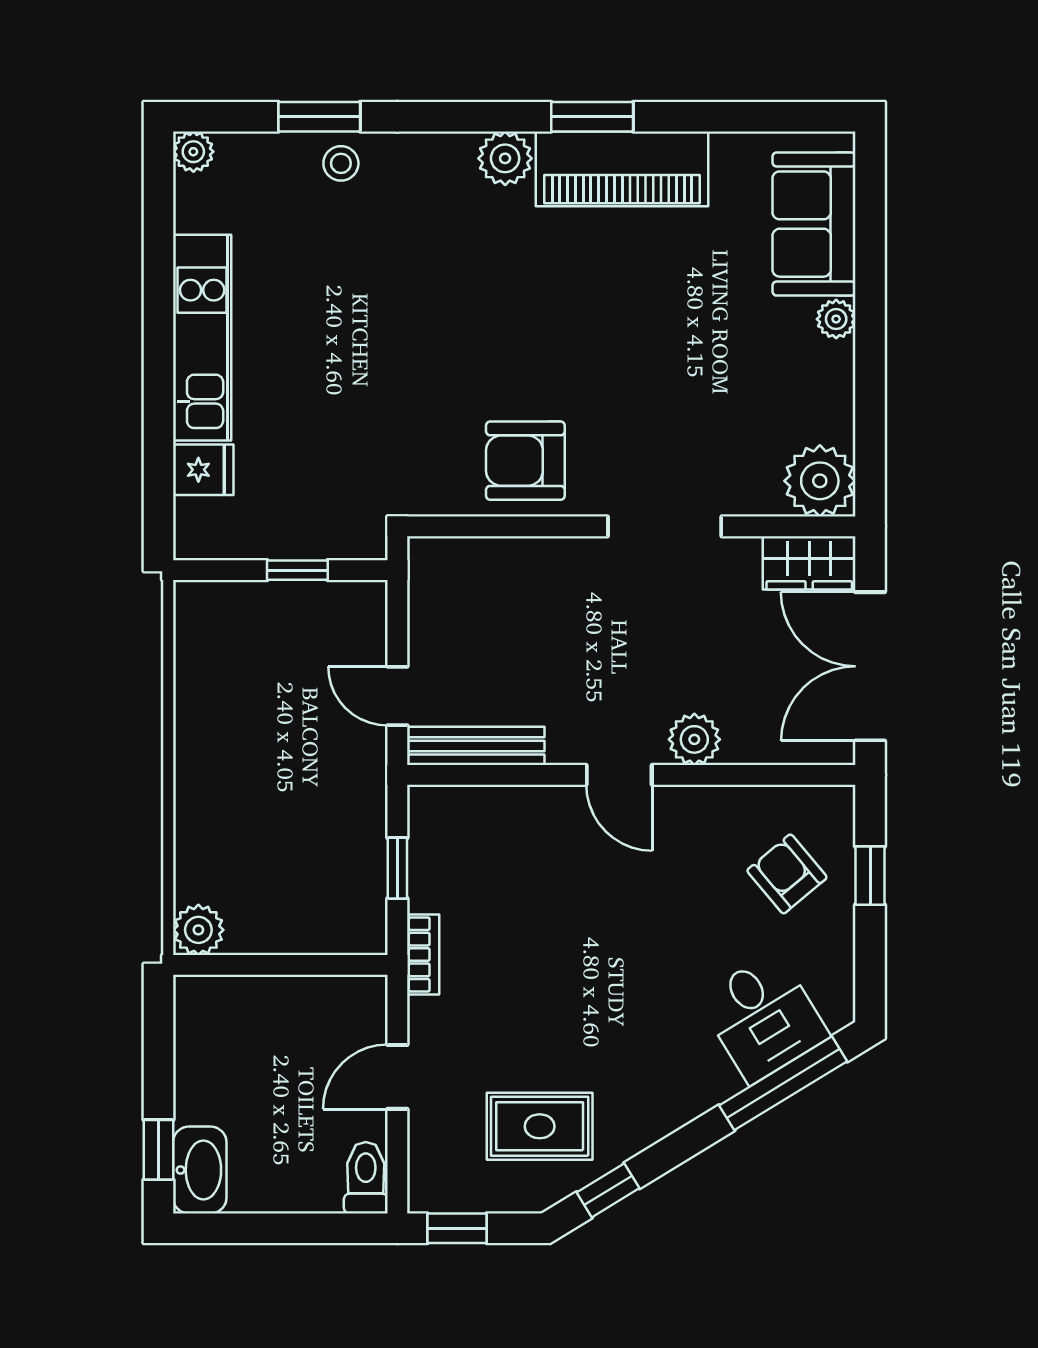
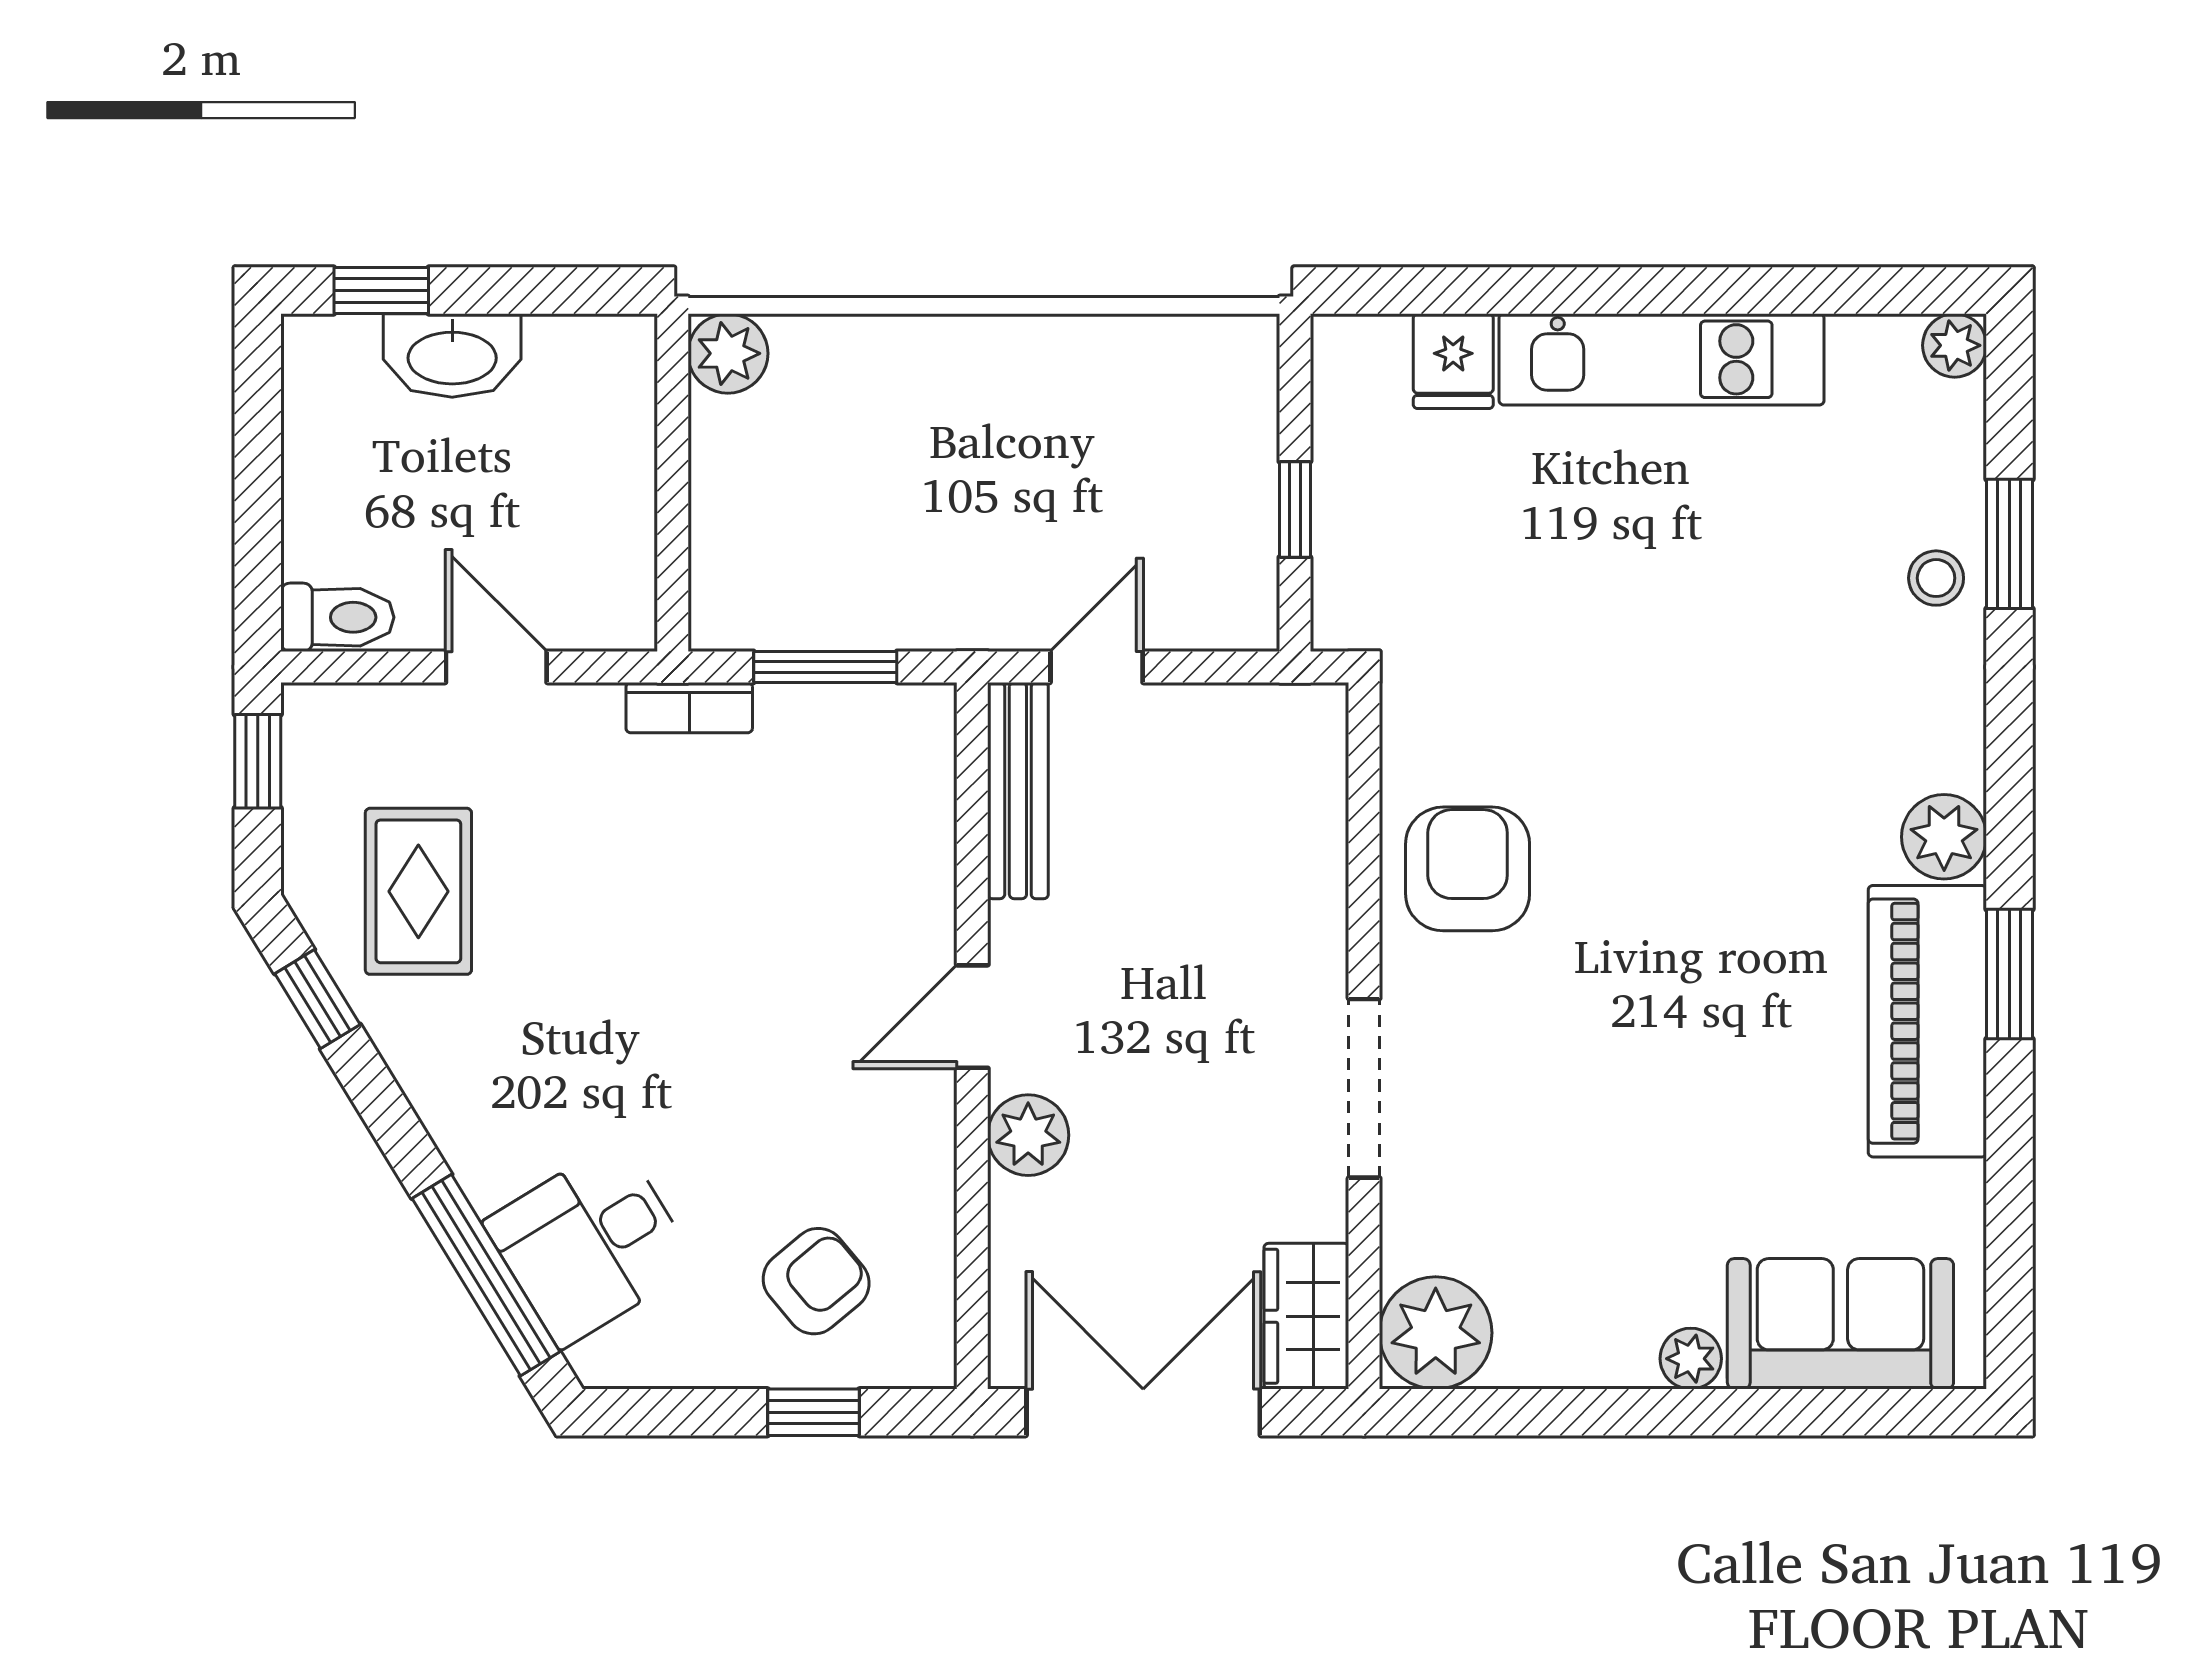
window: (397, 868) -> (825, 667), width x1.50
washbasin: (200, 1170) -> (452, 356), moved

